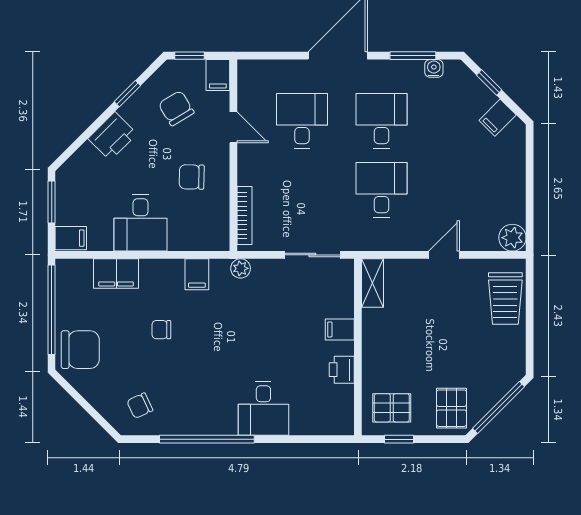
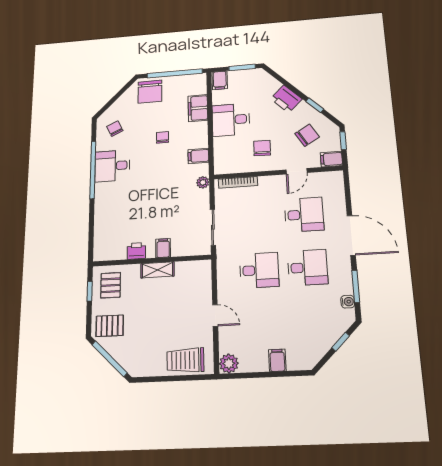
filing cabinet: (498, 118) -> (277, 360), moved, turned 45
shelving: (373, 283) -> (157, 270), moved
desk: (263, 408) -> (112, 166), moved

